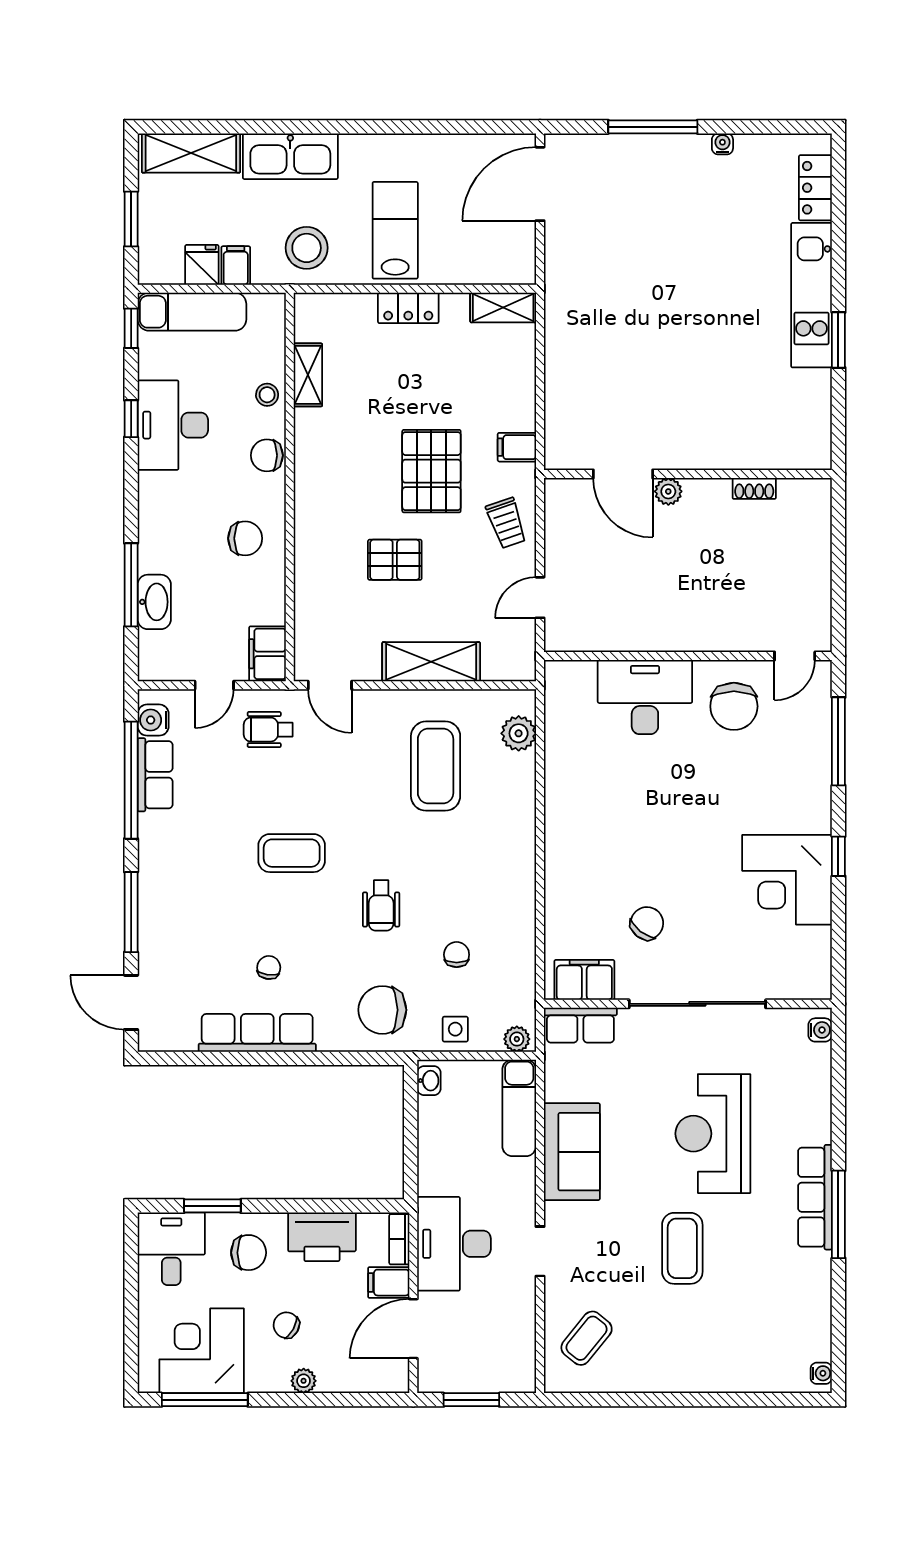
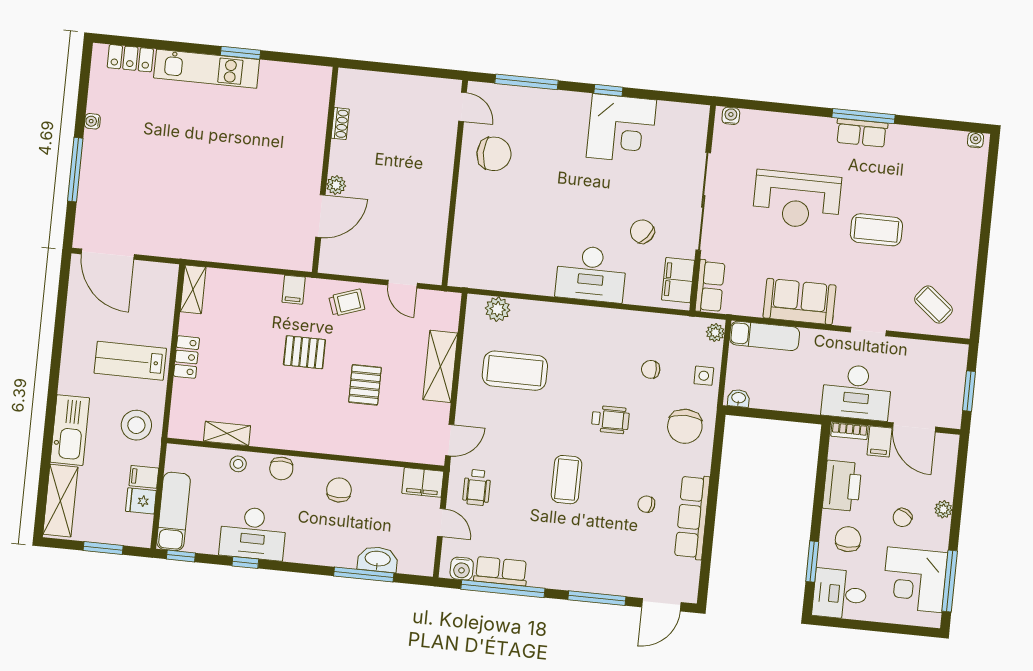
pallet: (431, 471) -> (304, 352), width x0.67, depth x0.71
desk: (645, 697) -> (591, 274), moved, turned -90
row of seats: (815, 1197) -> (862, 133), width x0.68

